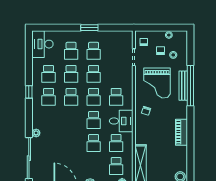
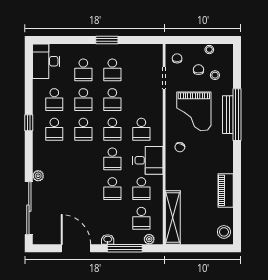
piano: (181, 132) -> (226, 190), moved

